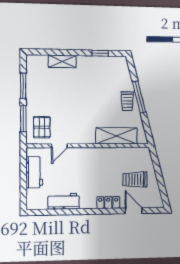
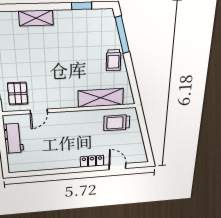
window: (139, 97) -> (122, 35), moved
trolley: (135, 179) -> (117, 123), moved
workbench: (64, 201) -> (46, 163), removed

